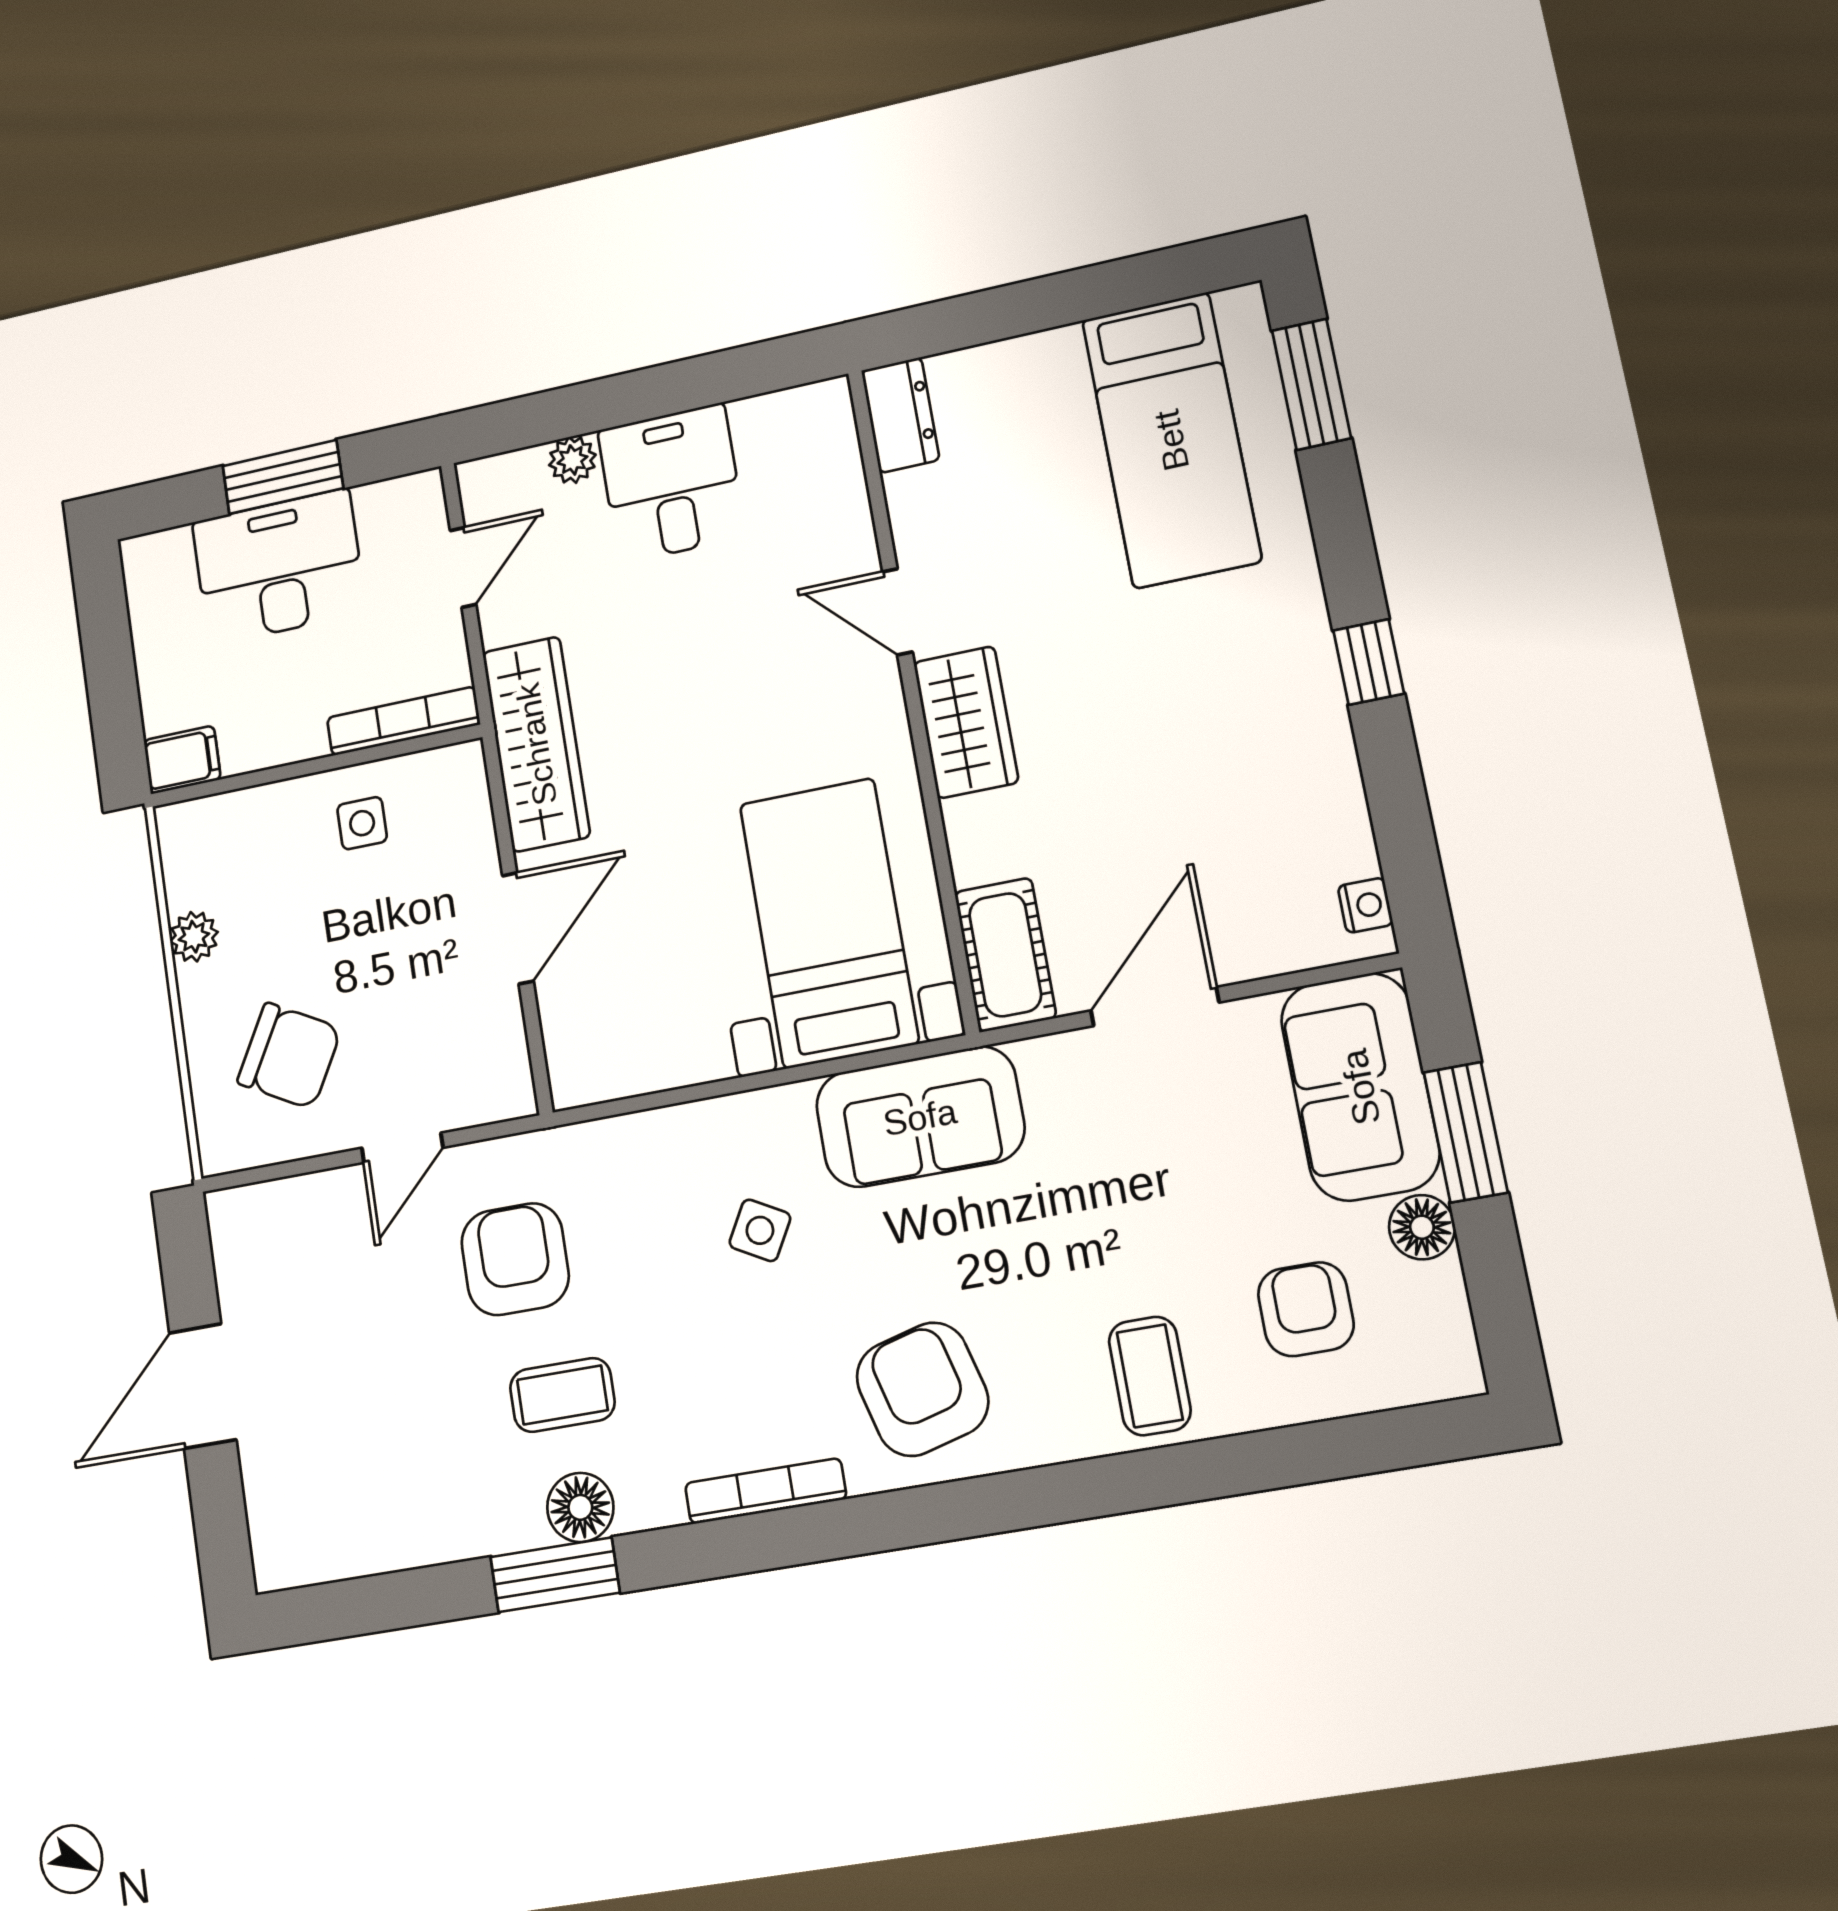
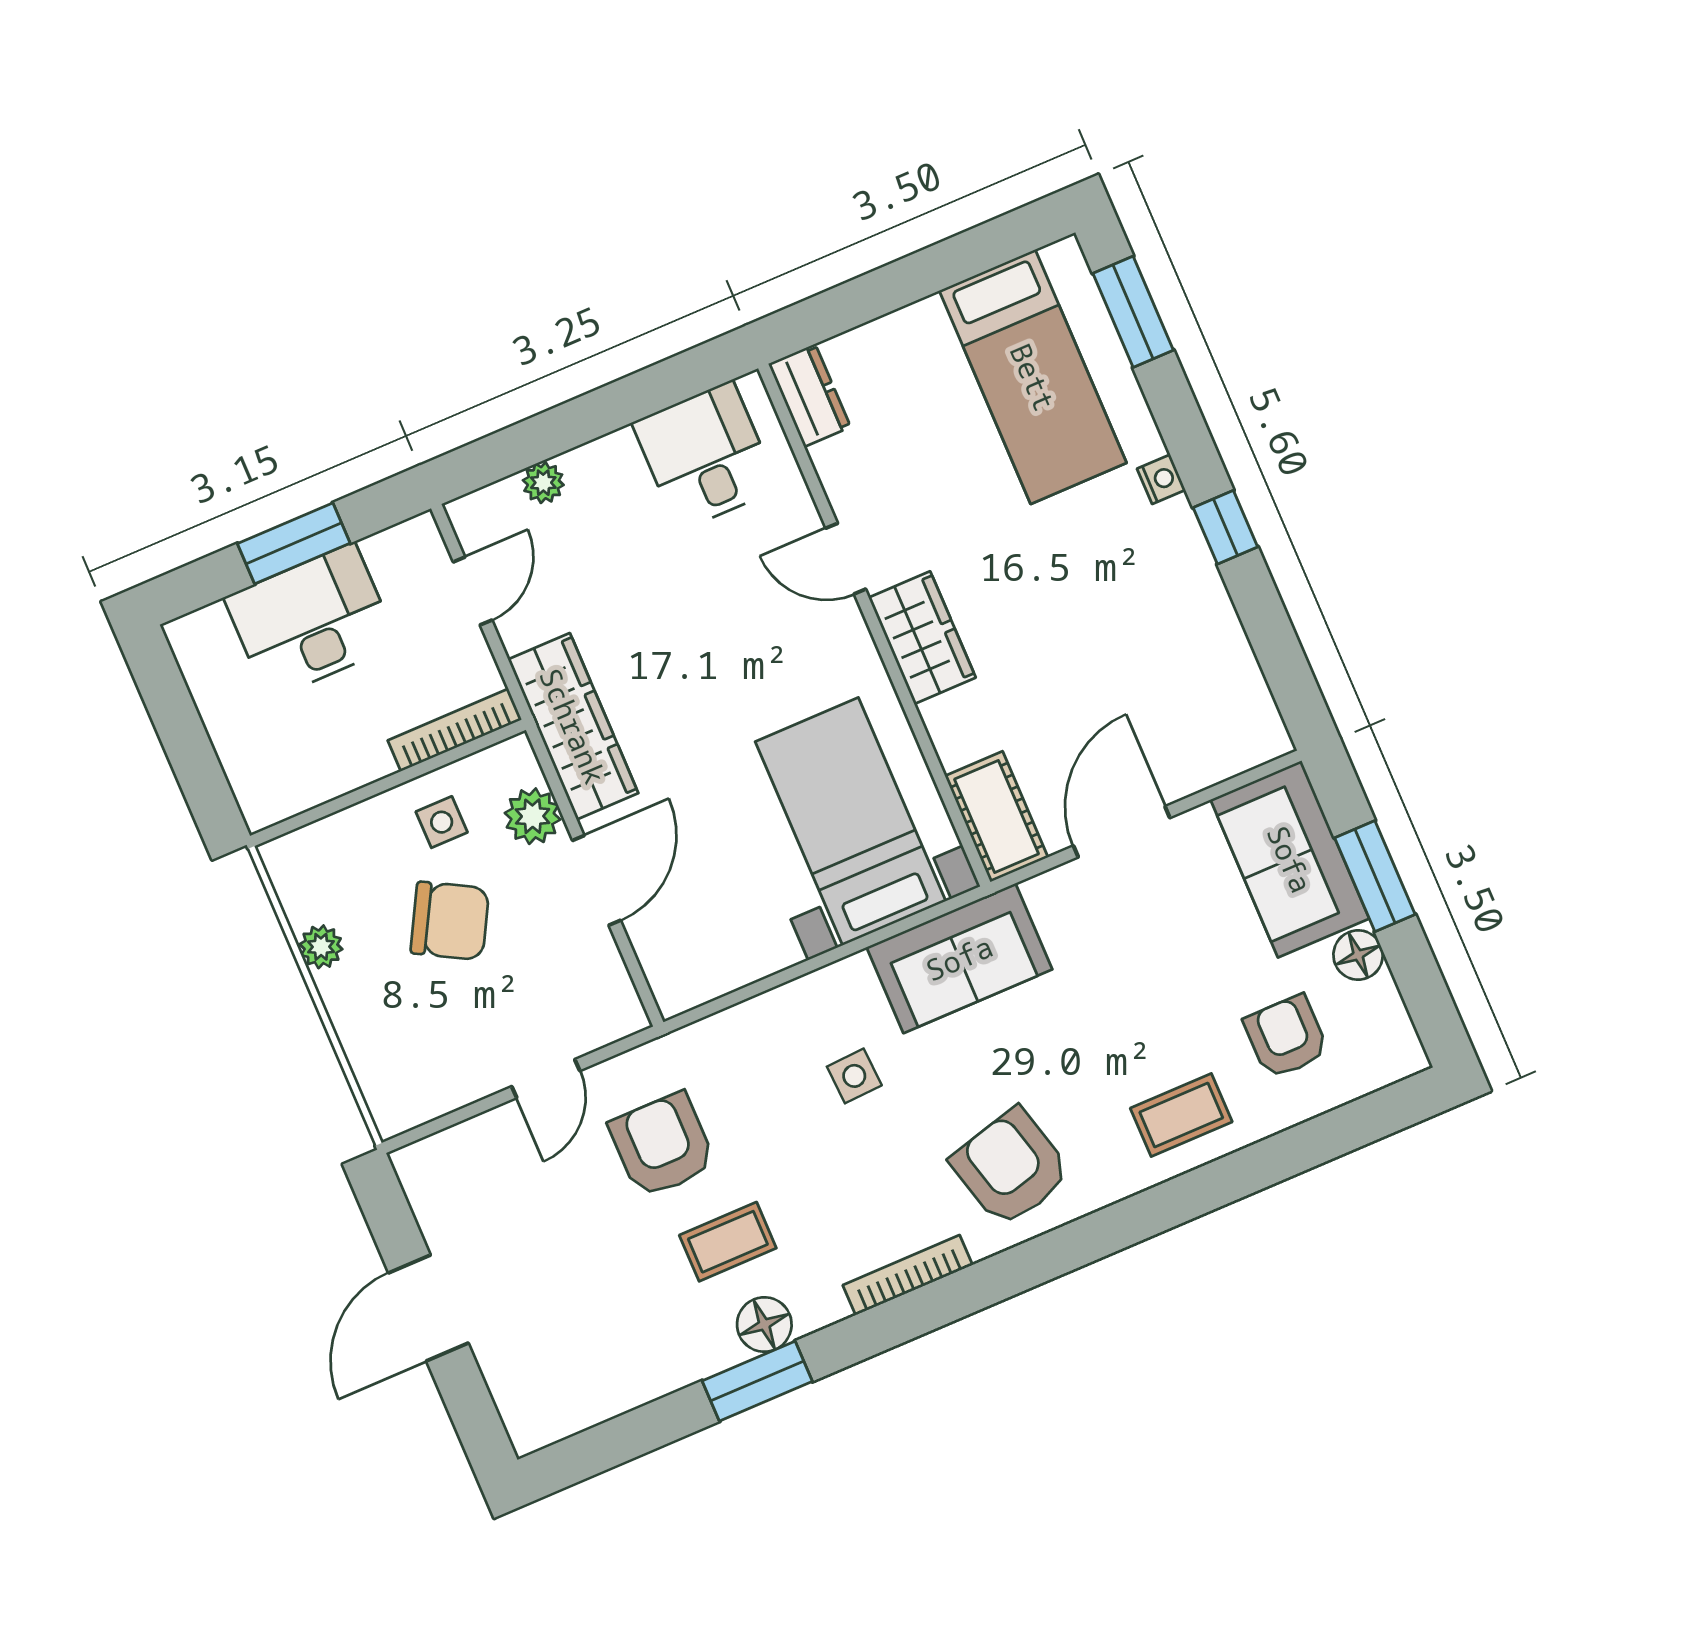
desk: (671, 483) -> (705, 456), moved
filing cabinet: (182, 760) -> (270, 801), removed
plant: (465, 838) -> (533, 816), added
nightstand: (1365, 905) -> (1161, 479), moved
chair: (289, 1056) -> (450, 921), moved
side table: (760, 1230) -> (854, 1076), turned -32
coffee table: (1150, 1376) -> (1181, 1115), turned 90

